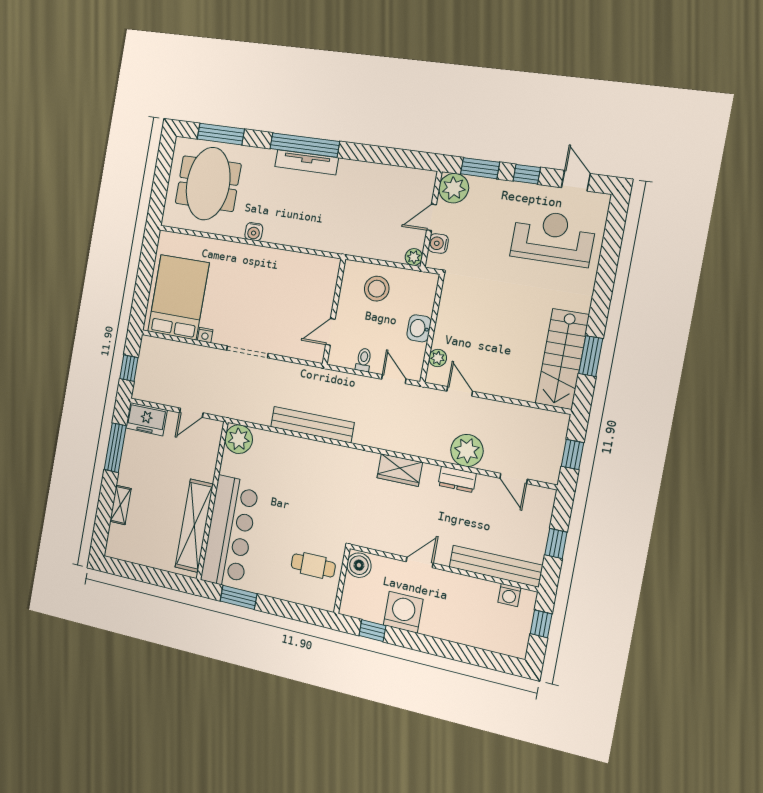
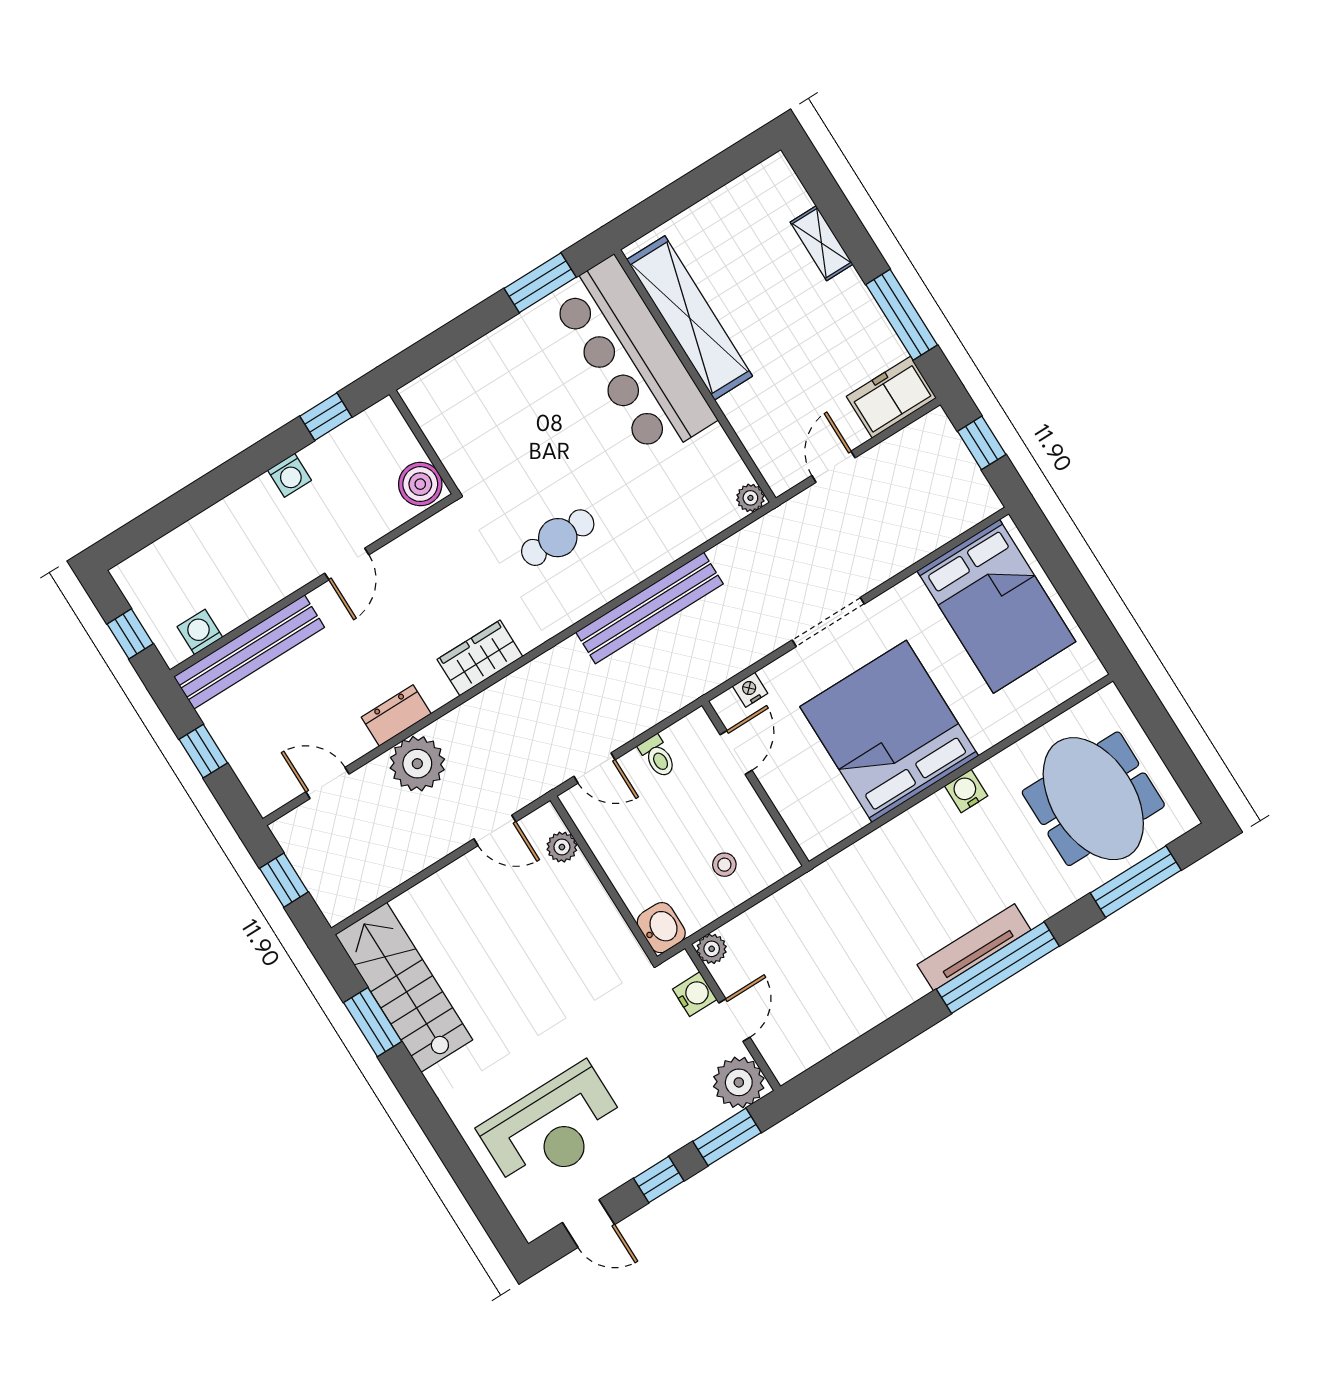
bed: (262, 284) -> (889, 731), added
stool: (377, 289) -> (724, 865), width x0.53, depth x0.53
washbasin: (419, 328) -> (661, 928), moved
nightstand: (205, 335) -> (750, 690), moved
plant: (239, 439) -> (750, 498), width x0.53, depth x0.53
cafe table: (313, 565) -> (558, 538), moved
washing machine: (403, 612) -> (289, 475), width x0.53, depth x0.53

